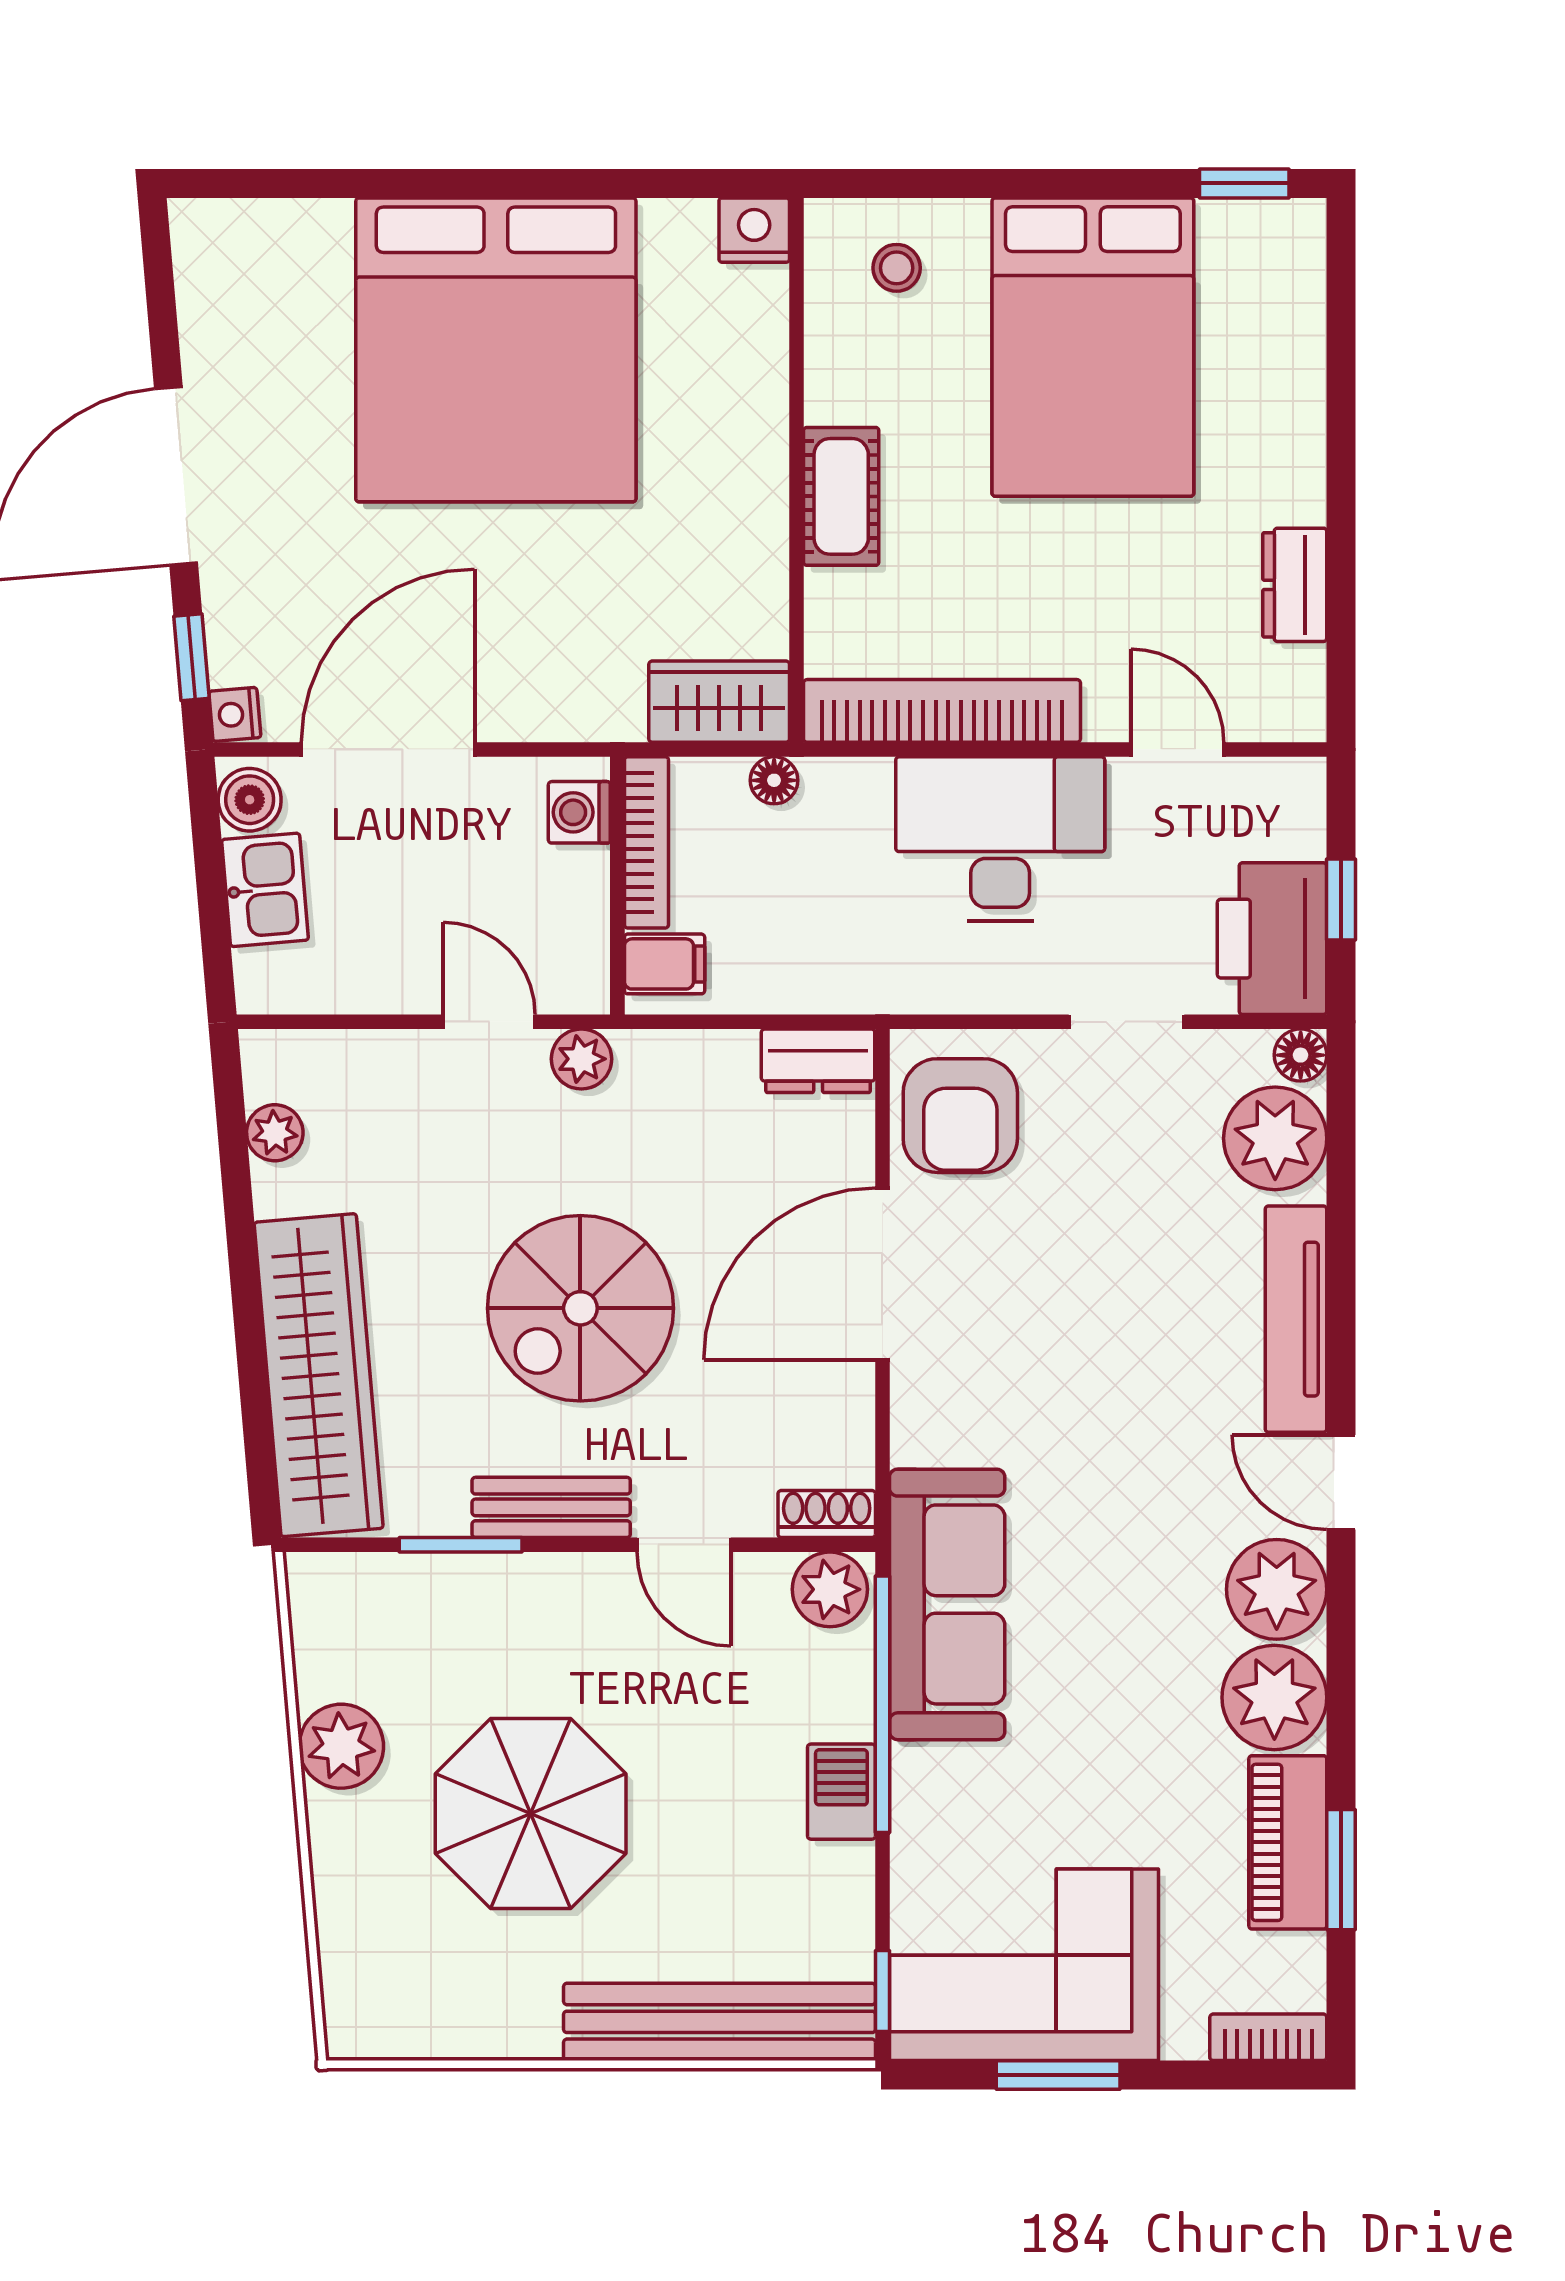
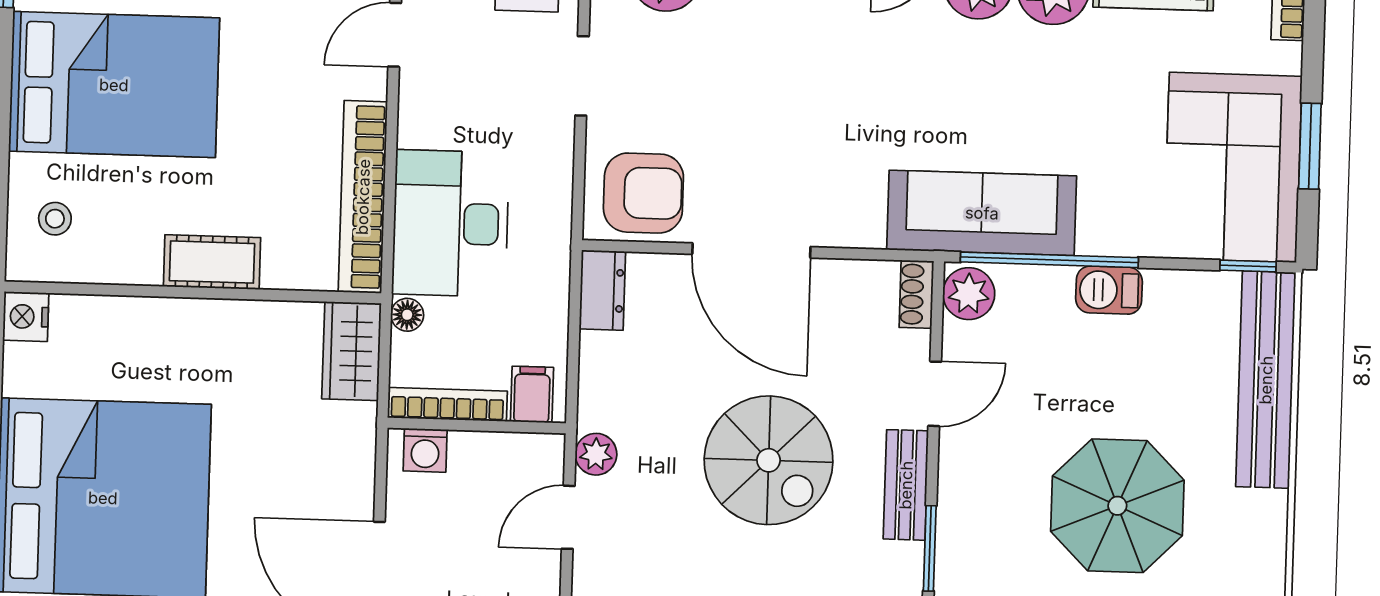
desk: (1000, 839) -> (450, 223), moved

